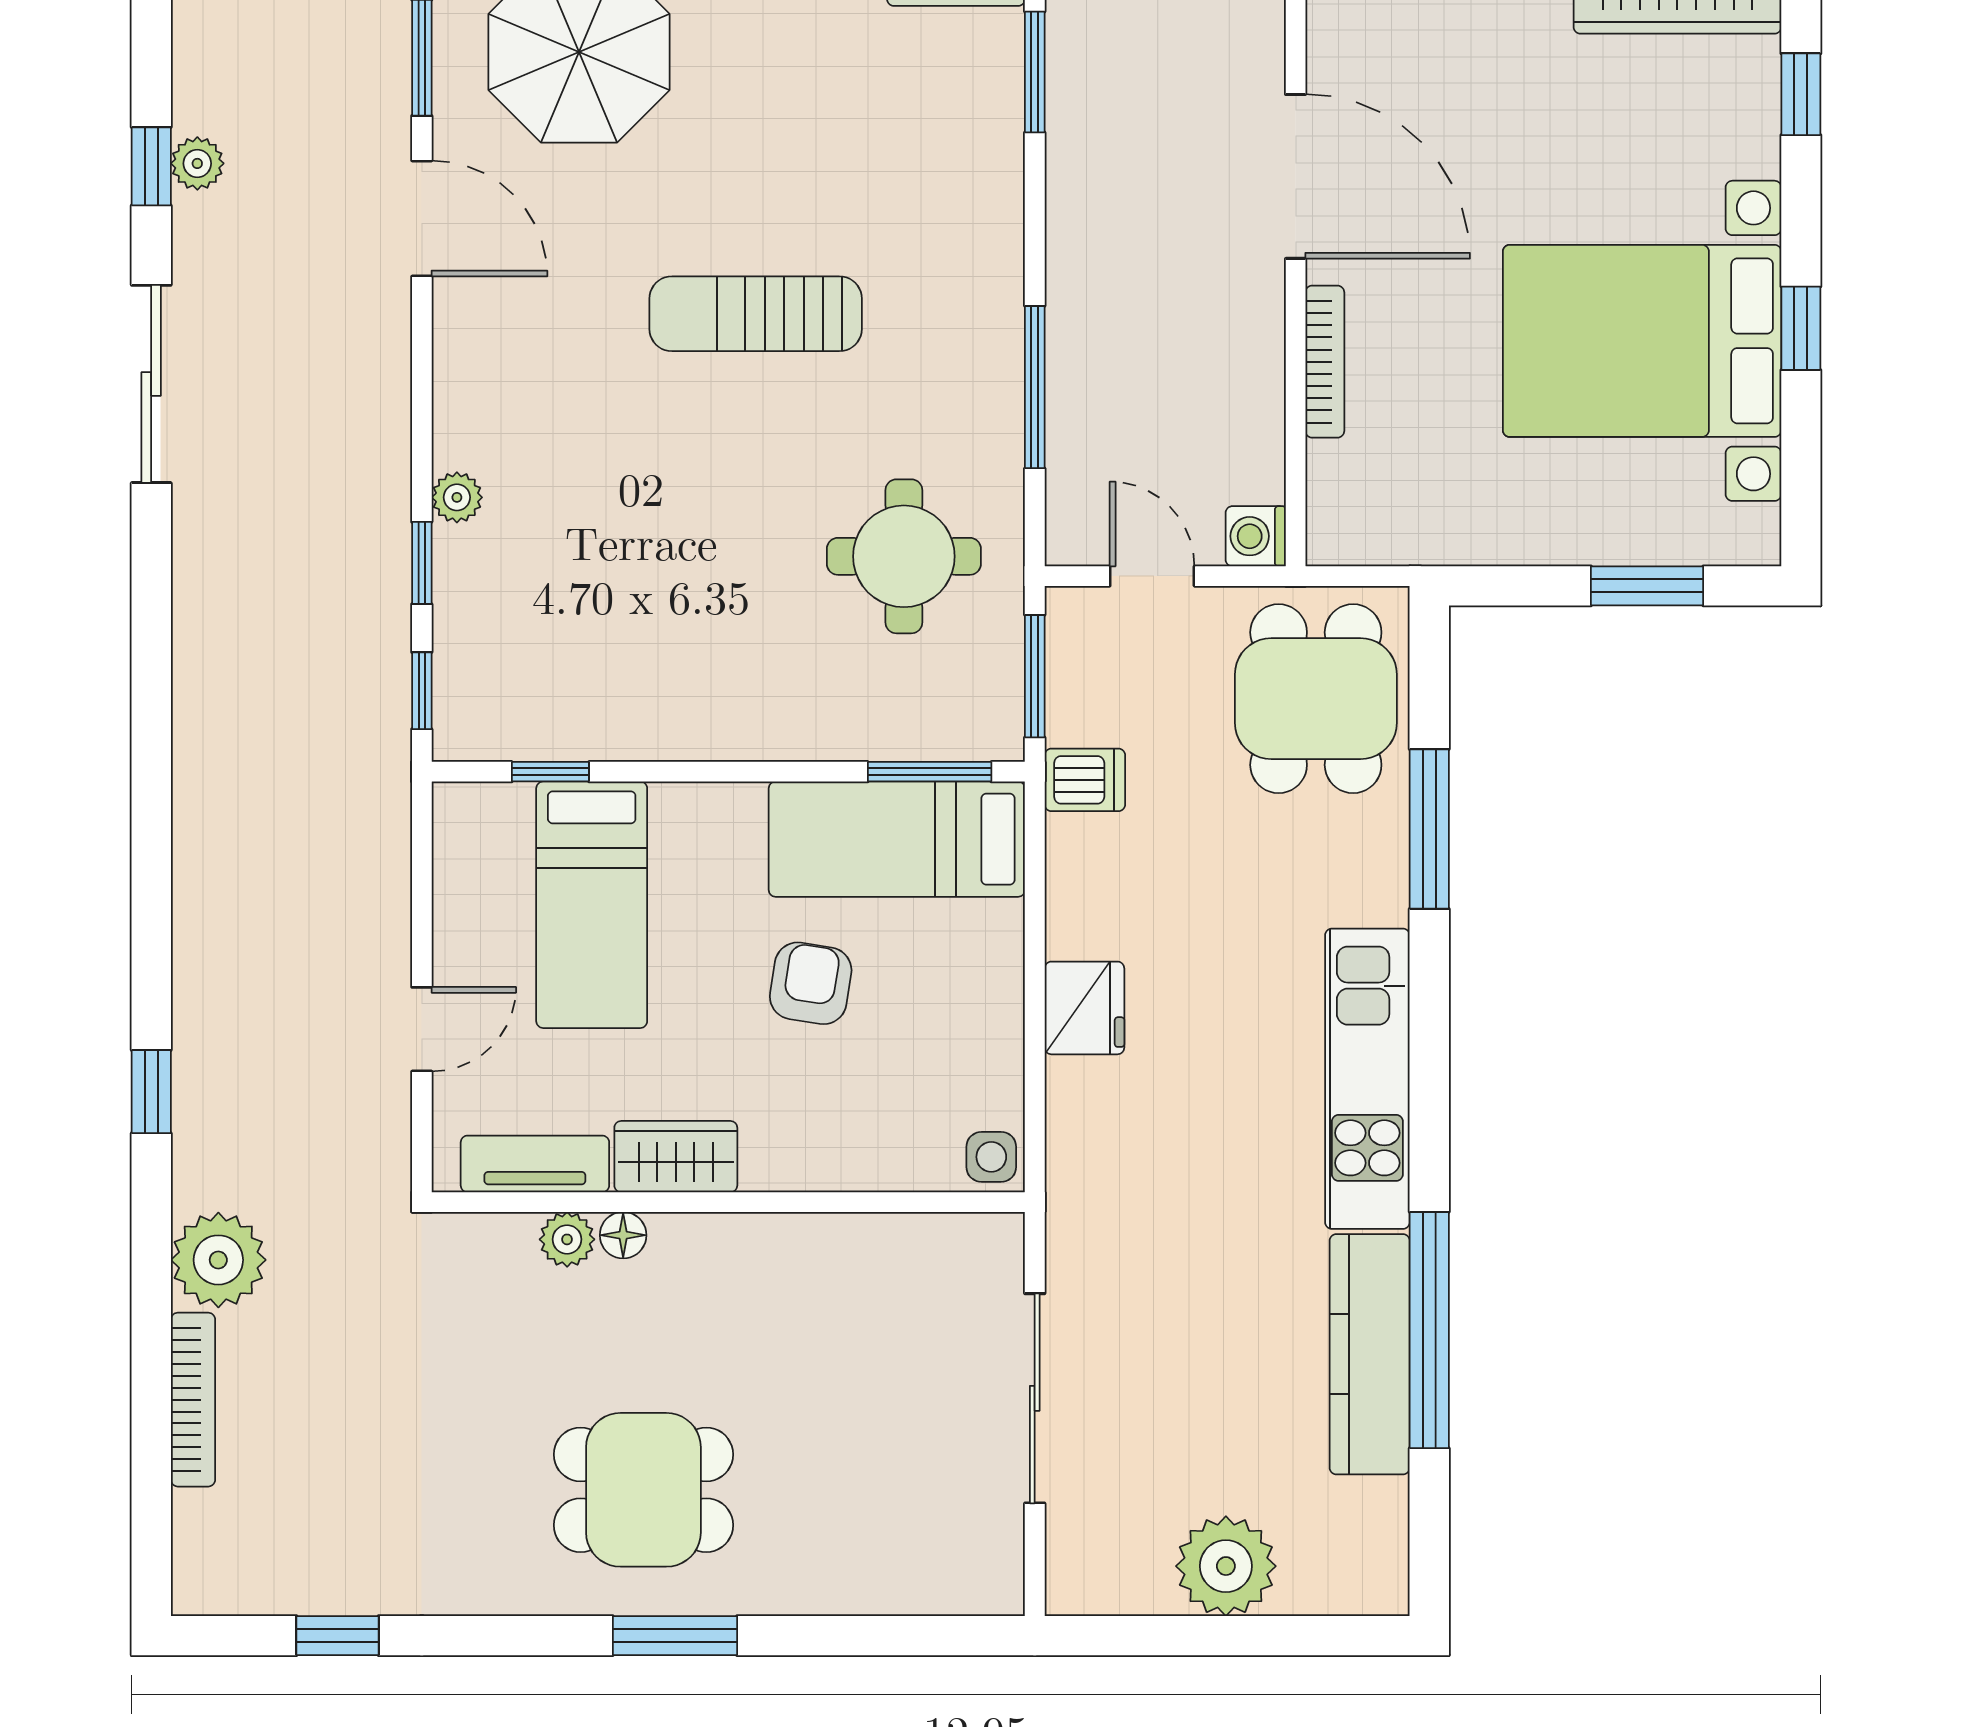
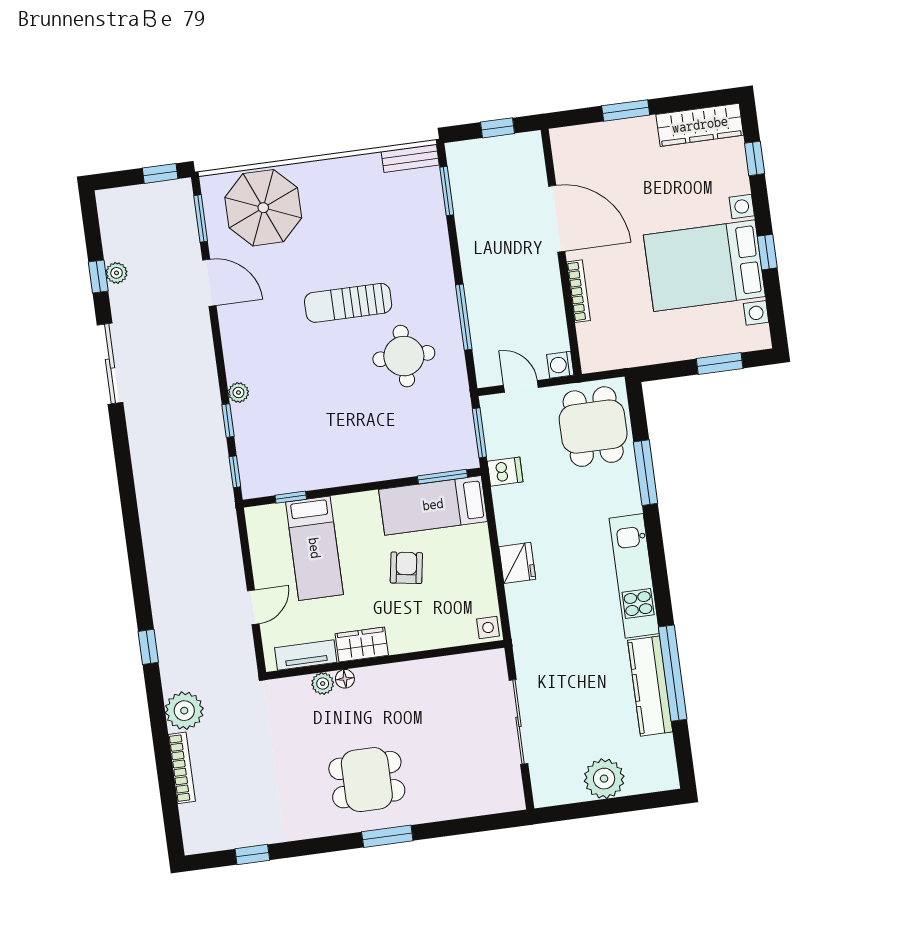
round table: (904, 556) -> (404, 356), moved

